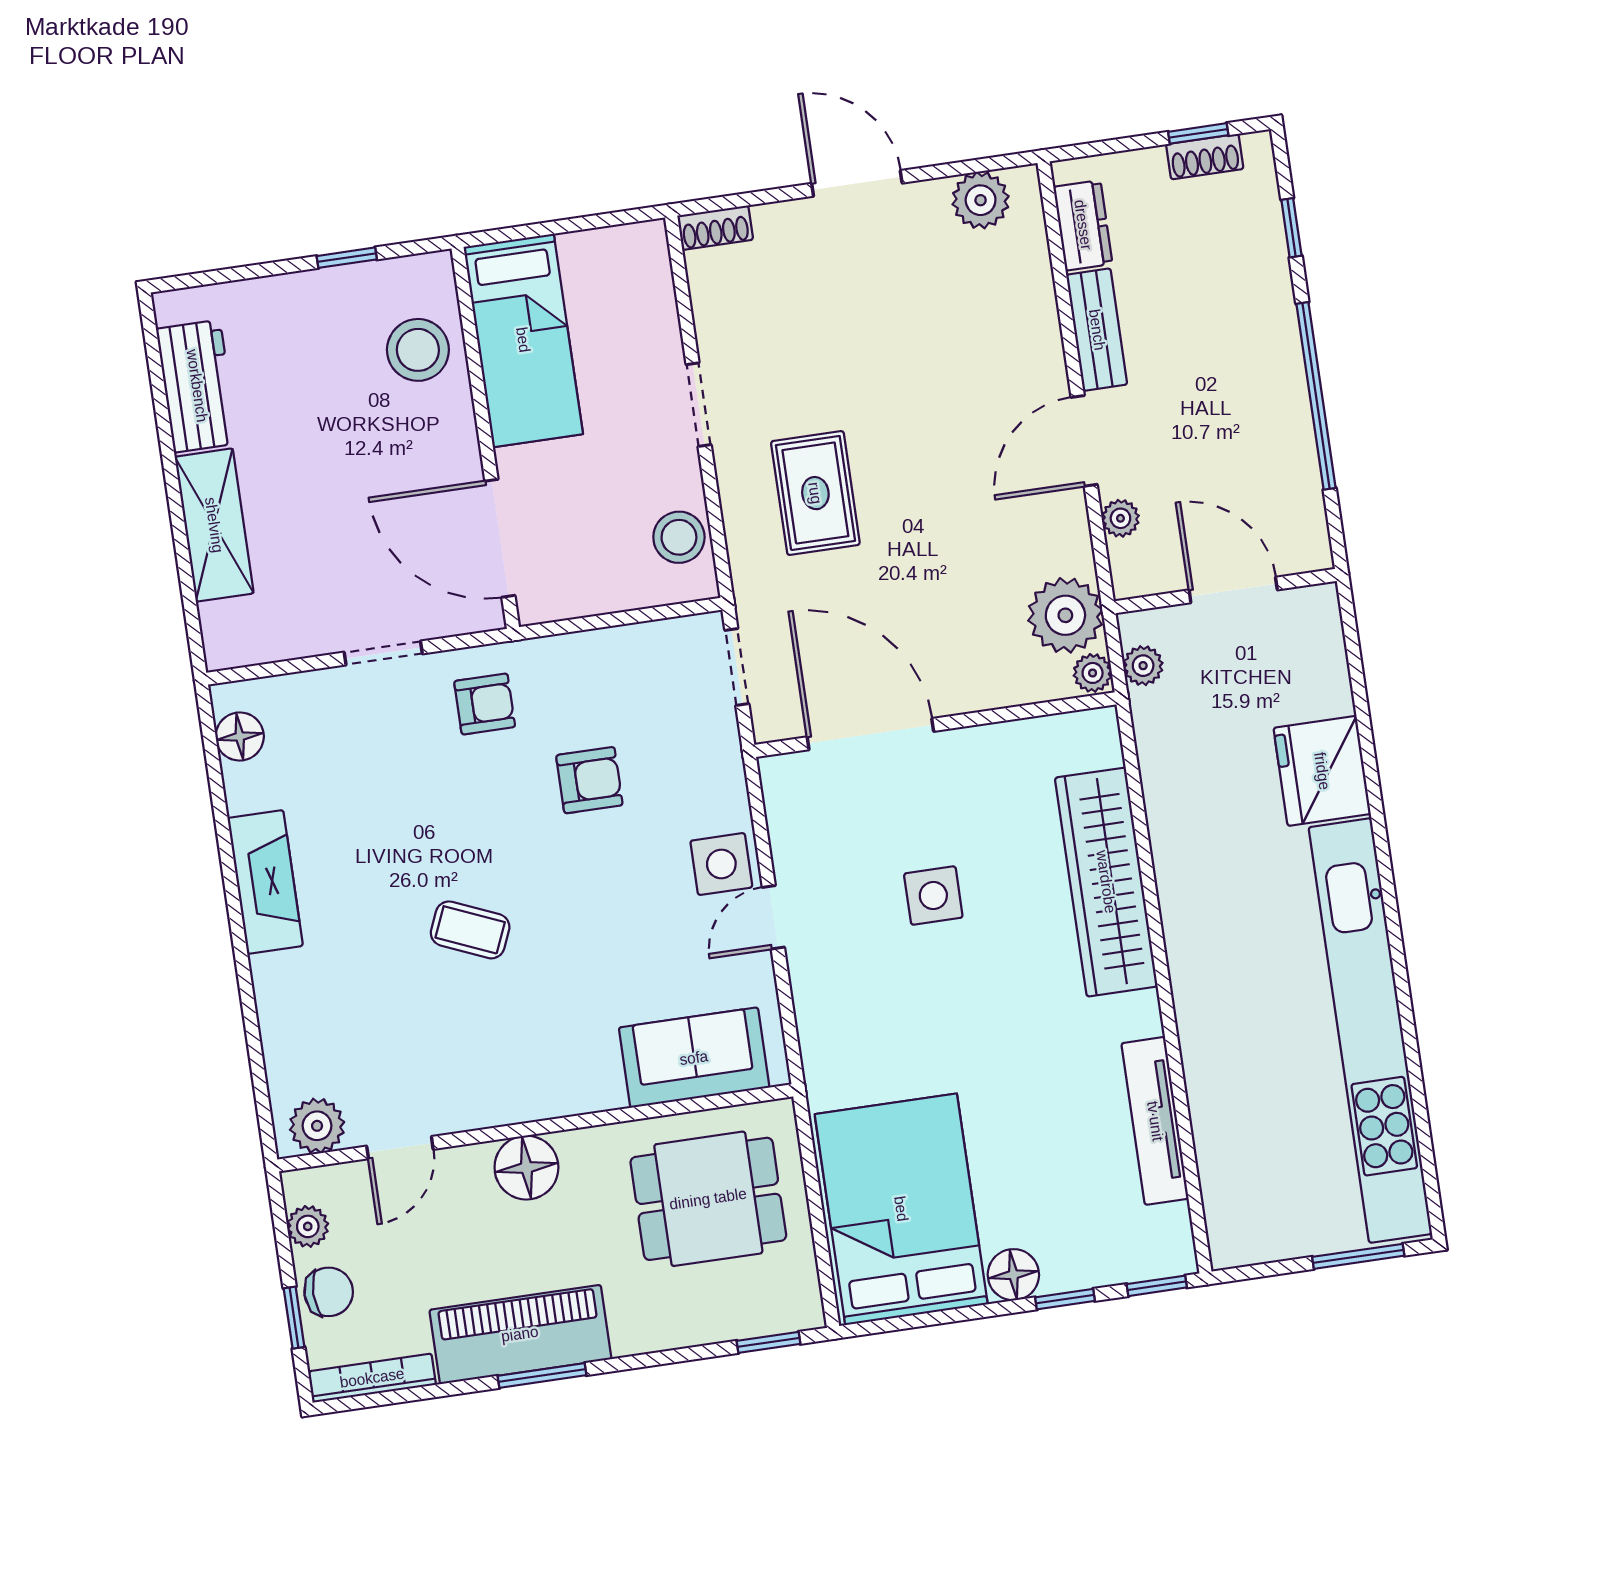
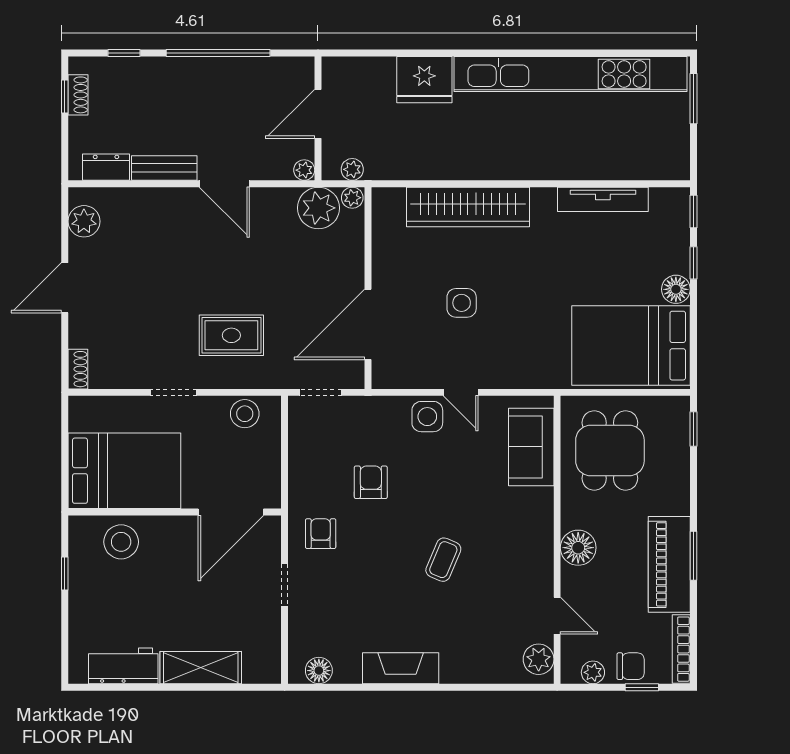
bed: (523, 340) -> (124, 471), width x1.50
plant: (1120, 518) -> (304, 170), moved
chair: (329, 1292) -> (631, 666), turned 90

